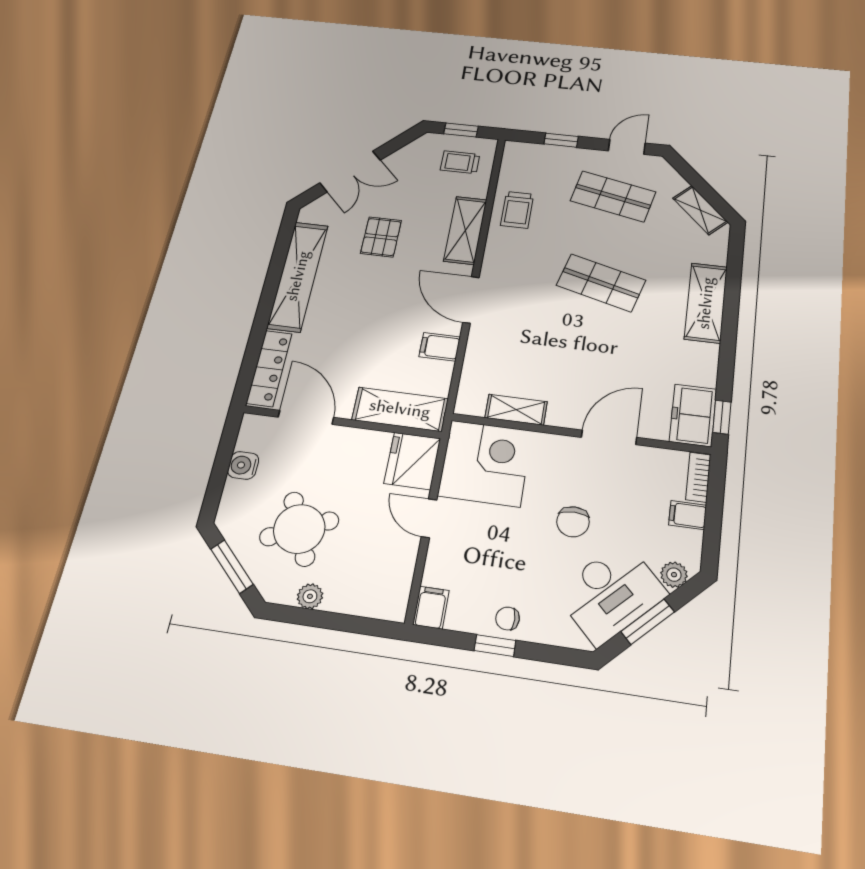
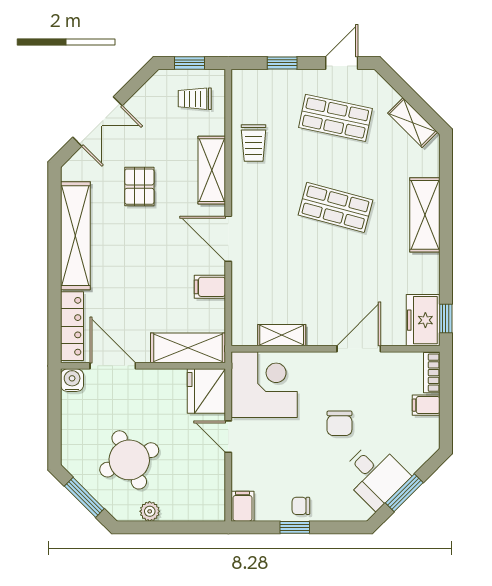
water cooler: (243, 465) -> (72, 380), moved, turned 90
plant: (674, 575) -> (420, 454), removed
desk: (611, 593) -> (375, 475), width x0.73

